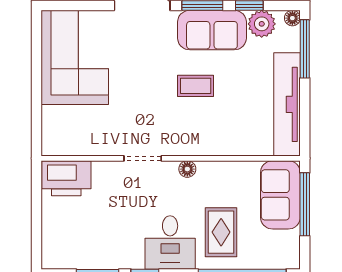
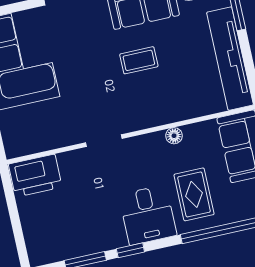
floor lamp: (187, 169) -> (174, 136), moved

